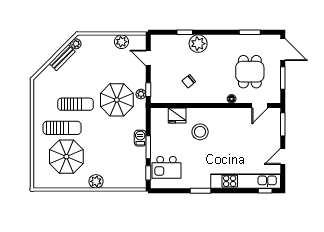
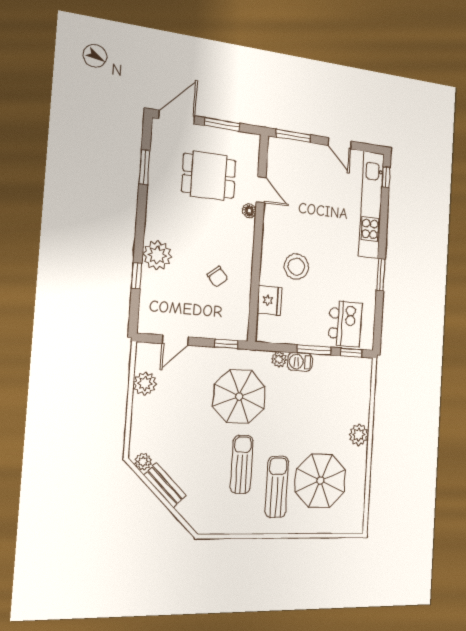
plant: (141, 94) -> (279, 359), moved
door: (260, 106) -> (261, 189), moved

